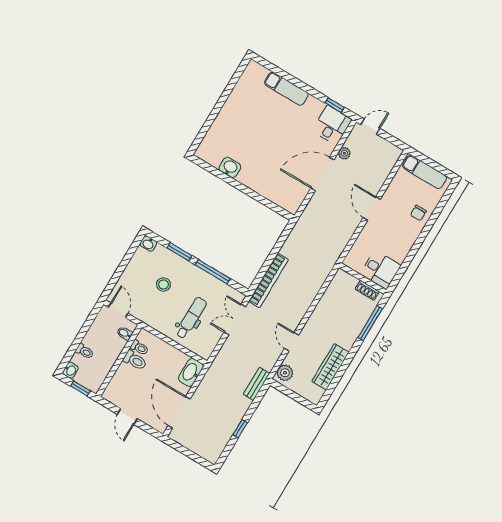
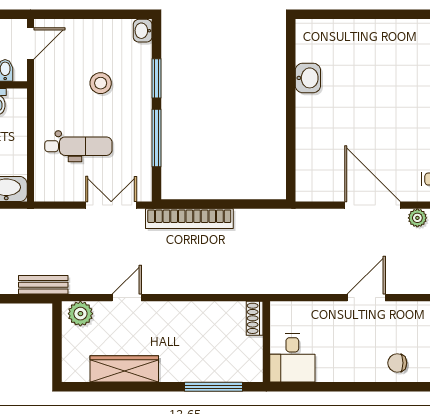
shoe rack: (367, 290) -> (255, 318), moved

